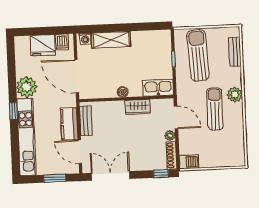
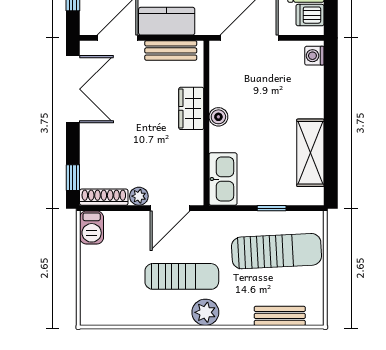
shelving: (111, 40) -> (310, 153), moved
wardrobe: (138, 107) -> (191, 108), moved

